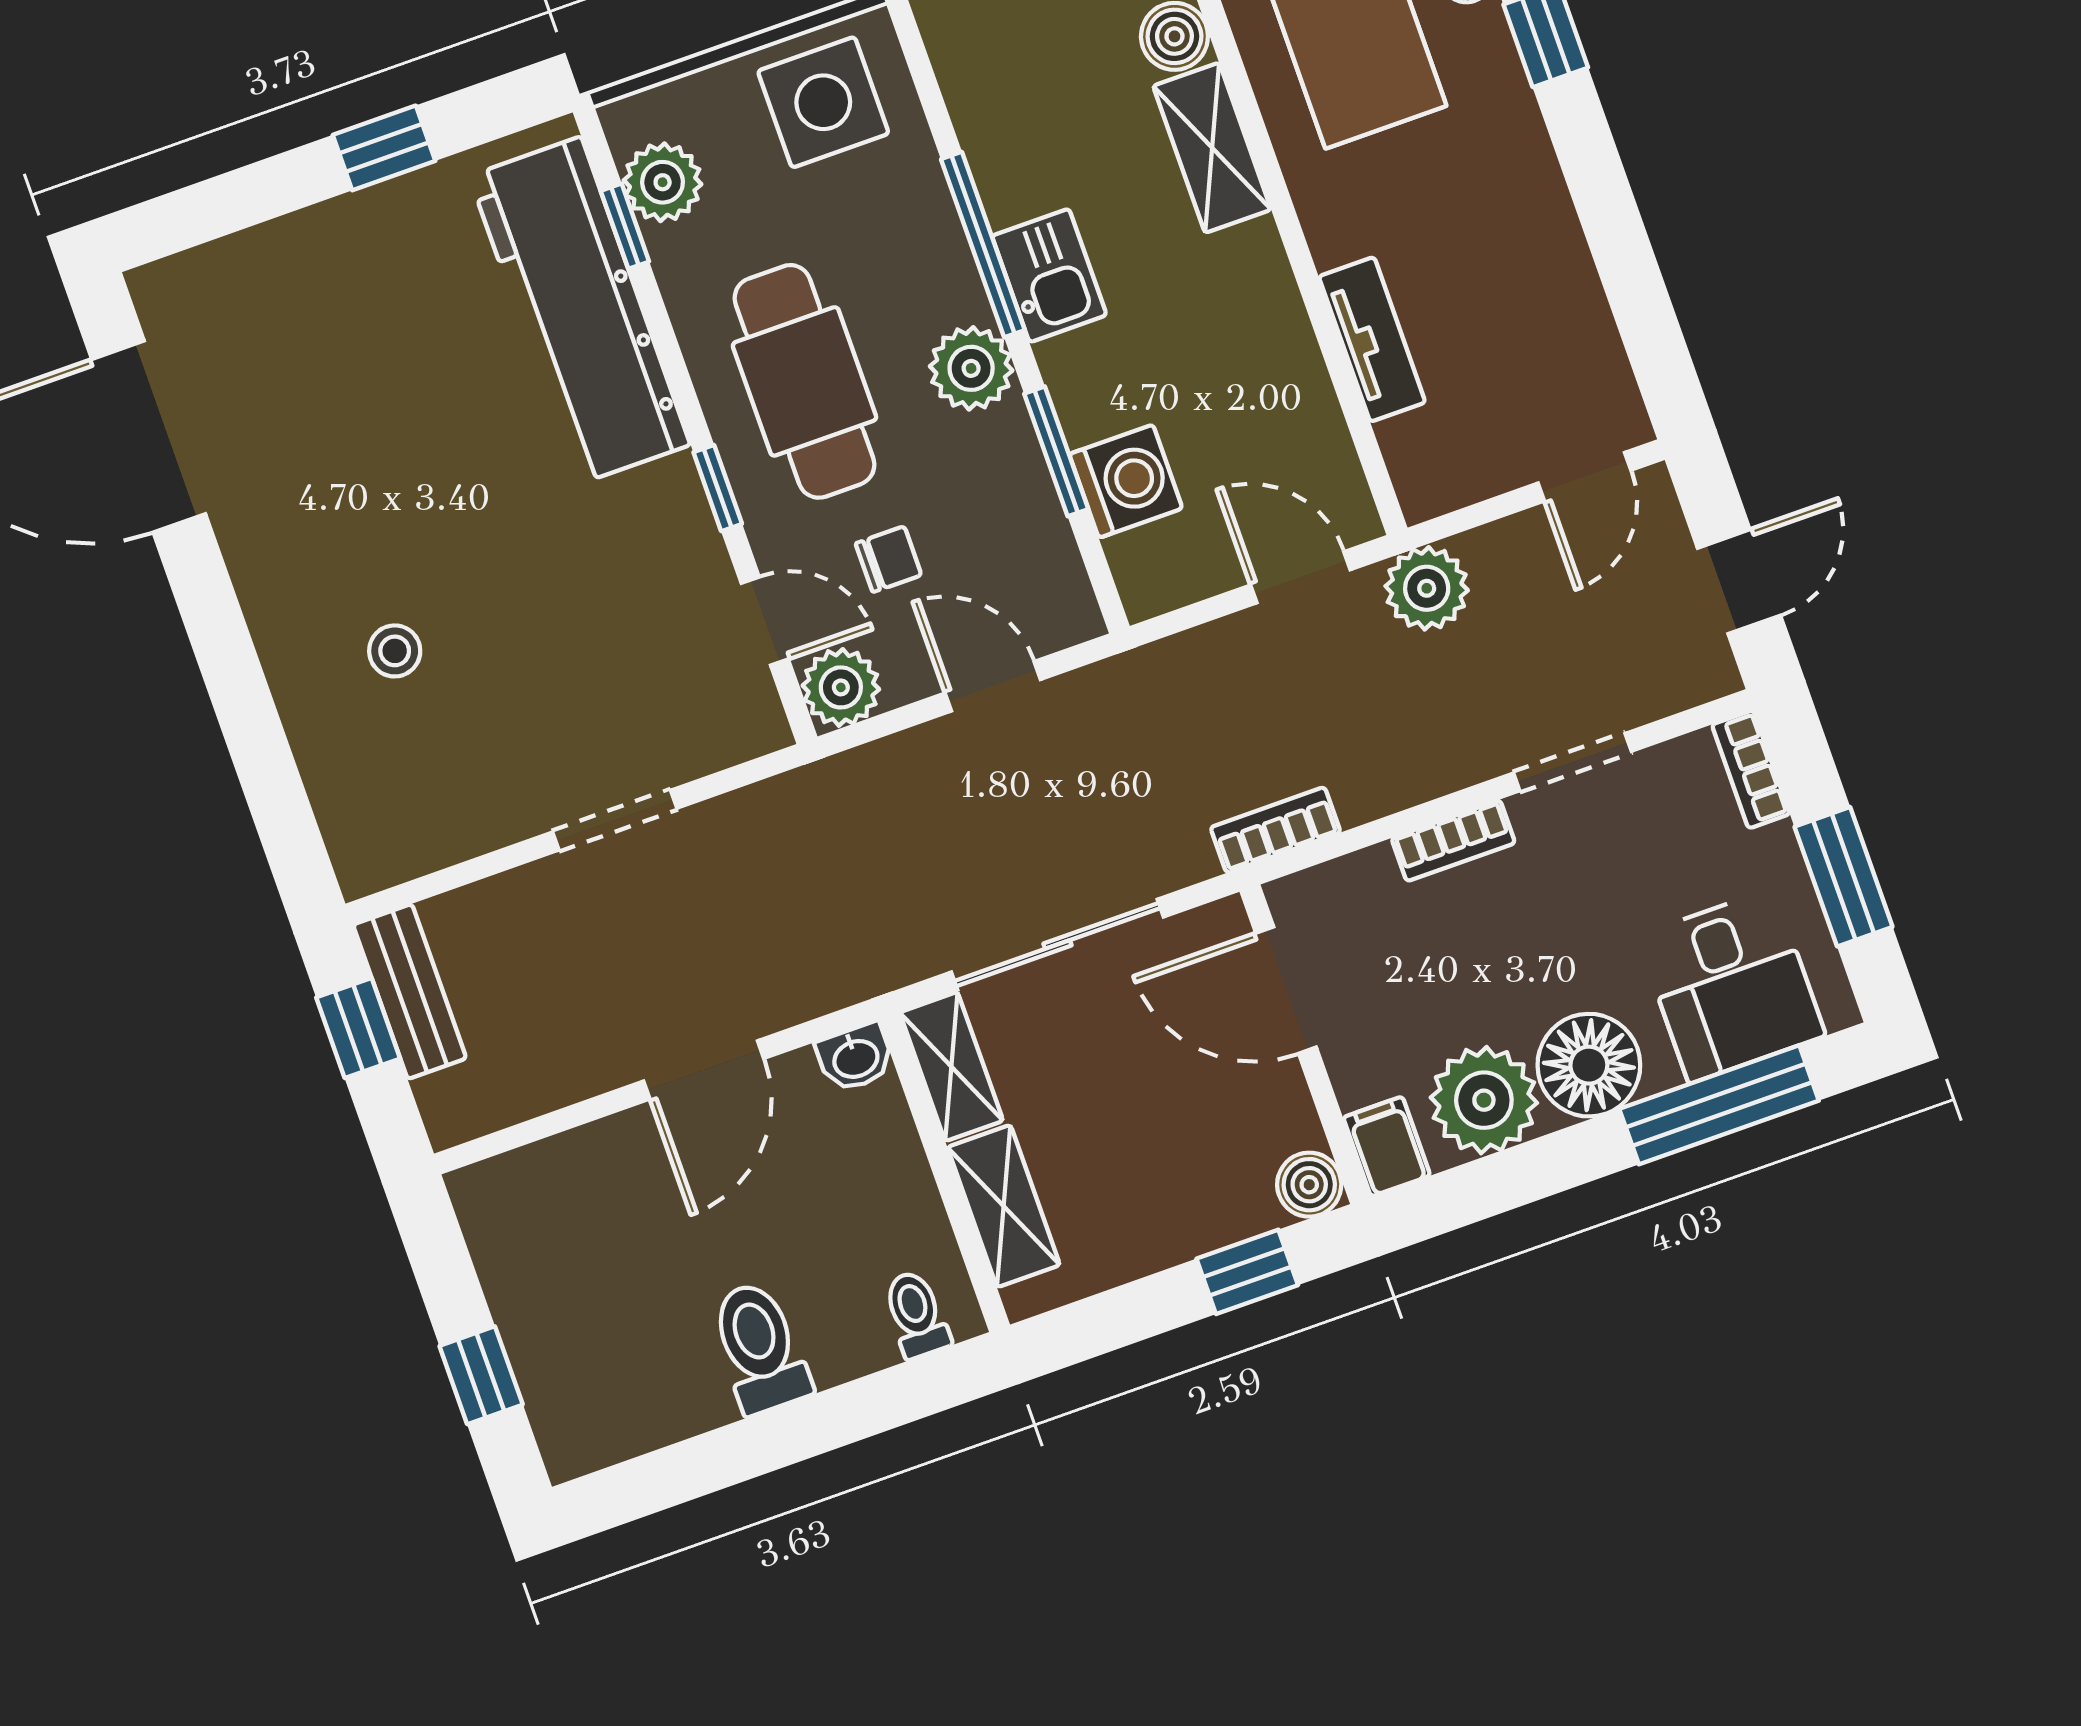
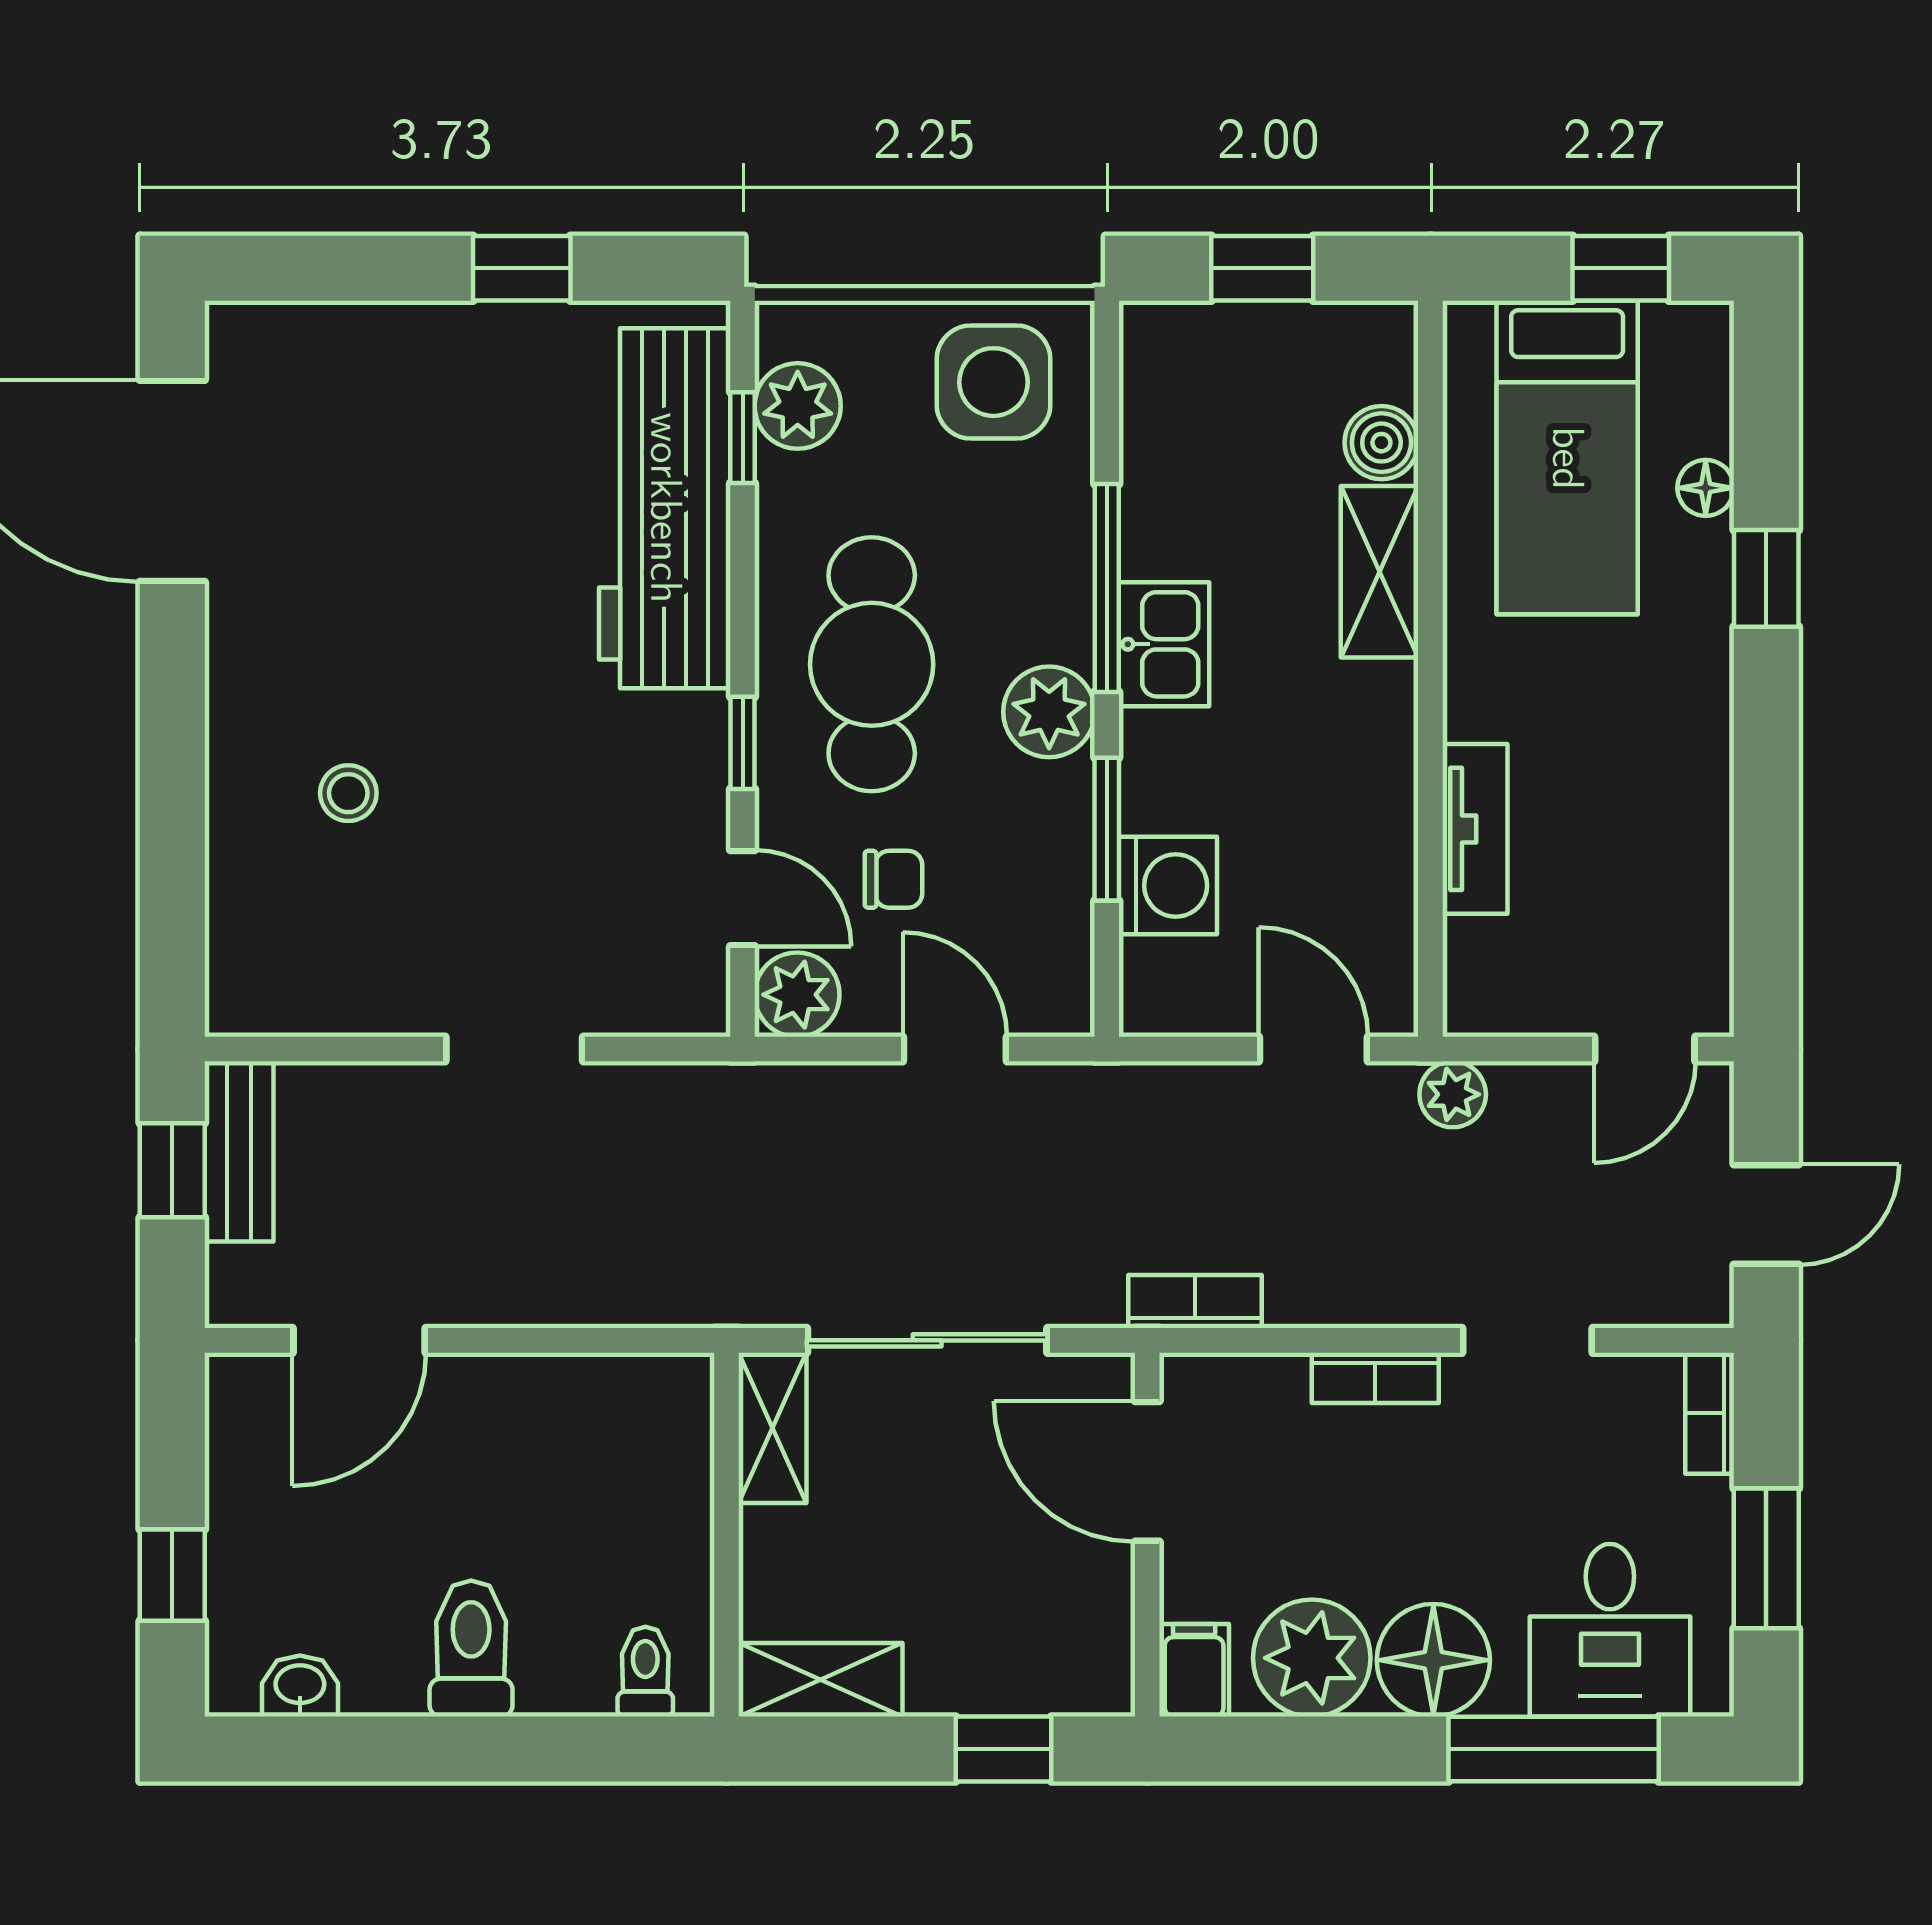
plant: (1427, 588) -> (1453, 1094), width x0.73, depth x0.73
washbasin: (855, 1057) -> (300, 1686), moved, turned 180
door: (704, 1070) -> (359, 1340), moved
boiler: (1309, 1185) -> (1100, 1681), removed
shelving: (1004, 1206) -> (820, 1680), moved, turned 90

